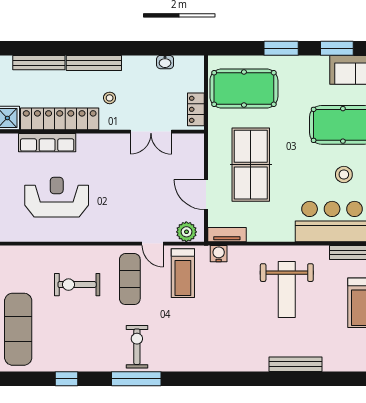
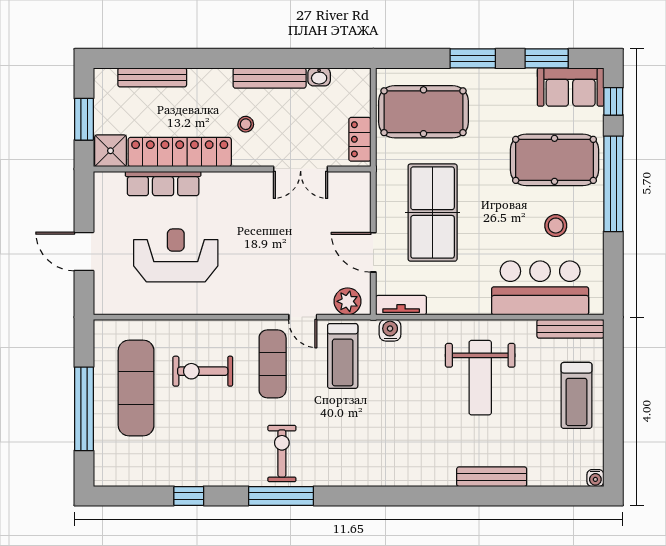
bench: (94, 63) -> (270, 78), moved
exercise mat: (18, 329) -> (136, 388), moved

